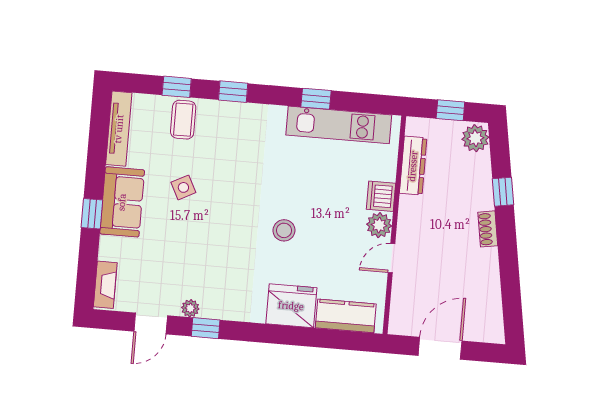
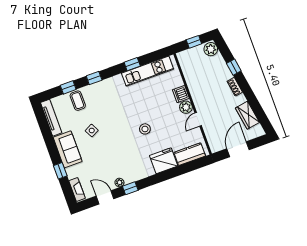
dresser: (413, 166) -> (189, 74), removed
window: (92, 214) -> (60, 171), moved
wardrobe: (487, 293) -> (247, 115), added
door: (151, 323) -> (105, 197), swing flipped

